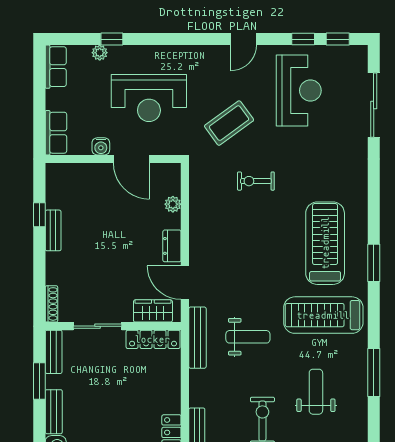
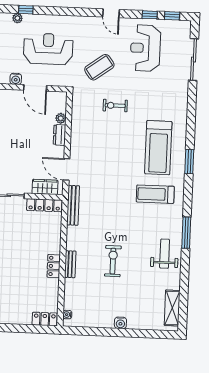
door: (243, 39) -> (111, 13), hinge flipped
reception desk: (299, 91) -> (145, 48), turned 180
reception desk: (149, 98) -> (48, 49), turned 180
treadmill: (325, 243) -> (158, 148), turned 180
dresser: (172, 246) -> (59, 135), moved
treadmill: (323, 315) -> (155, 194), width x0.73, depth x0.73
weight bench: (248, 337) -> (106, 206), removed
weight bench: (316, 392) -> (165, 254), moved

